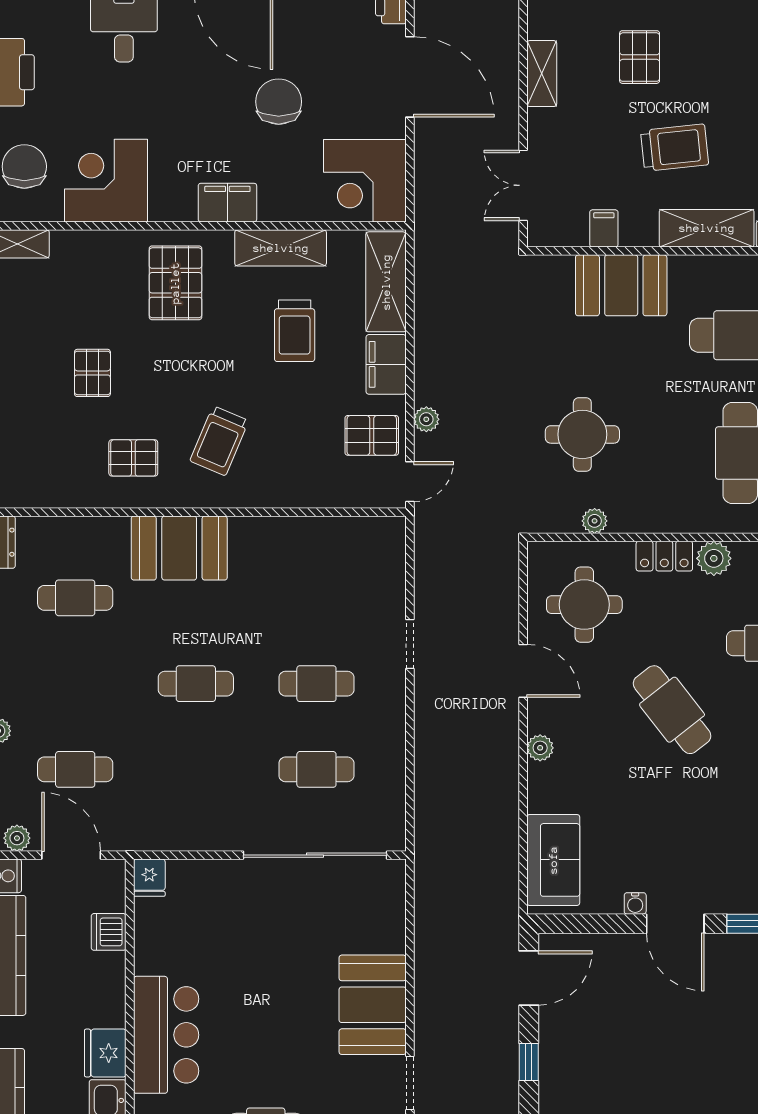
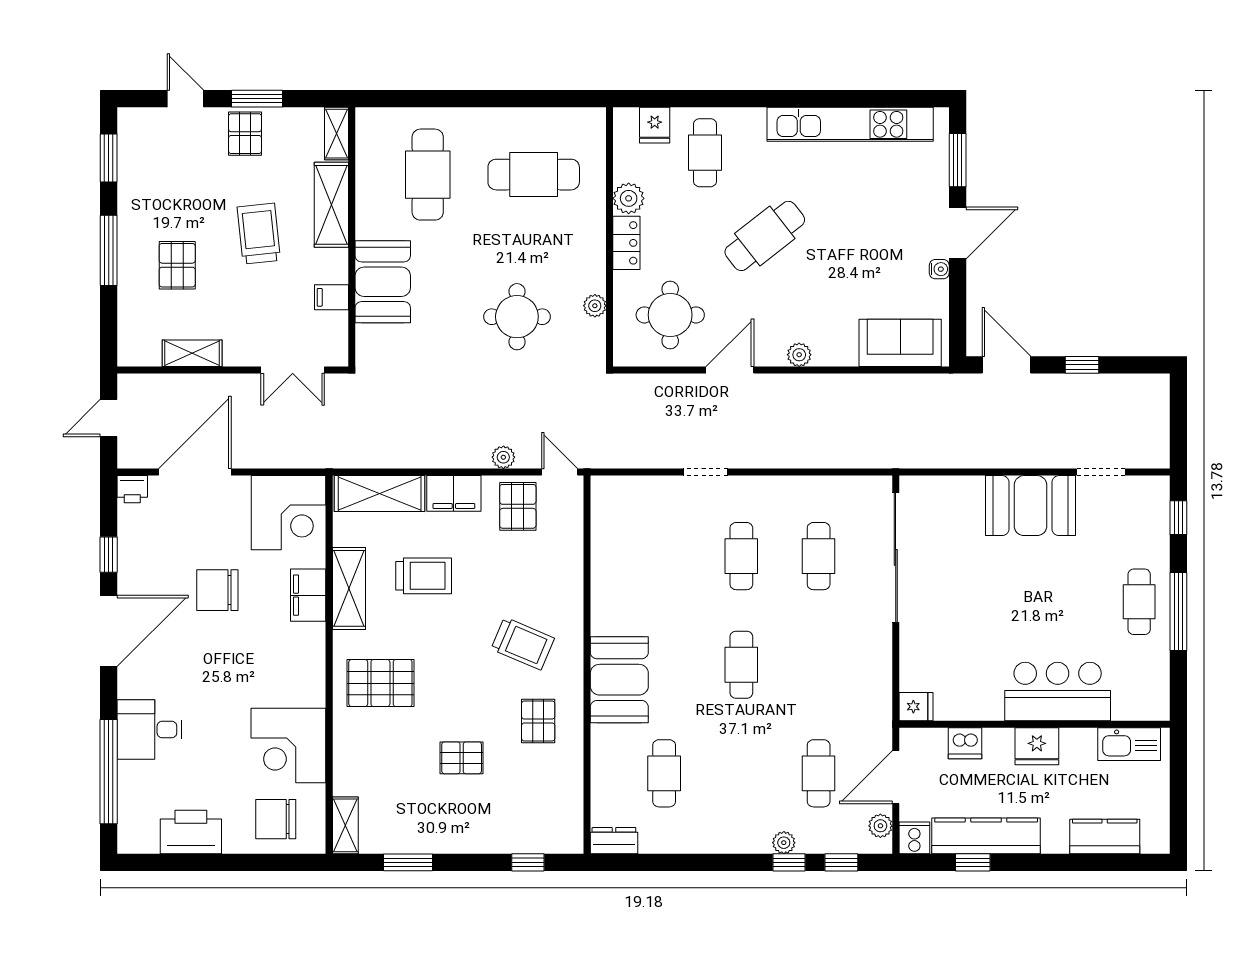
pallet: (640, 57) -> (177, 265), turned 90
filing cabinet: (227, 203) -> (308, 595), moved
fridge: (105, 1053) -> (1037, 746), moved

